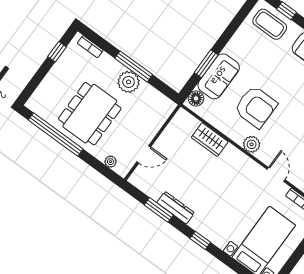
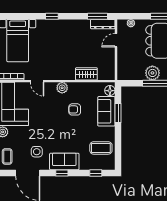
coffee table: (270, 24) -> (101, 148), moved
armchair: (256, 107) -> (75, 109), width x0.53, depth x0.53
dresser: (176, 208) -> (103, 24), moved
window: (159, 210) -> (98, 16), moved

